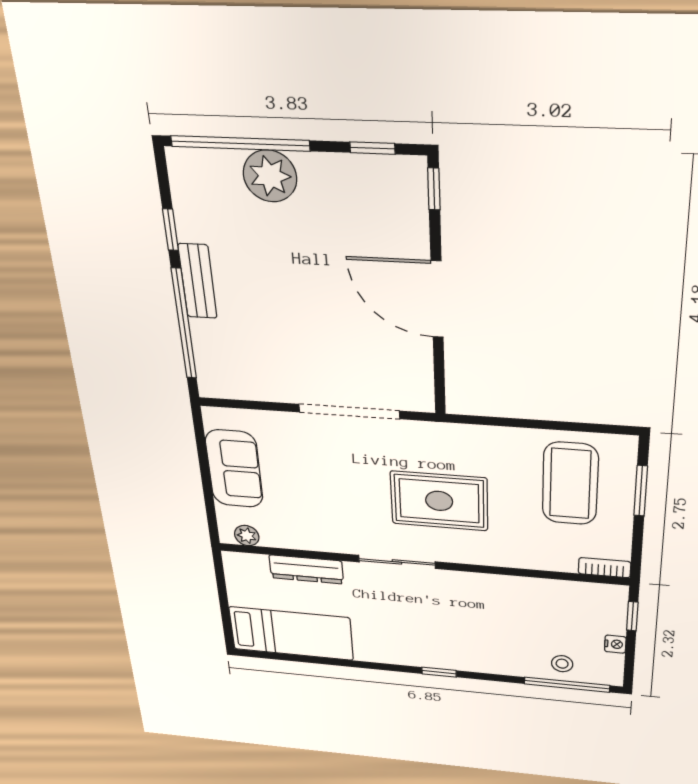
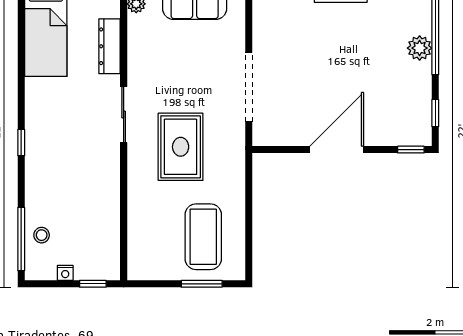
plant: (270, 176) -> (420, 48), width x0.73, depth x0.73
coffee table: (570, 484) -> (203, 237), turned 90
bookcase: (604, 568) -> (134, 262), removed

